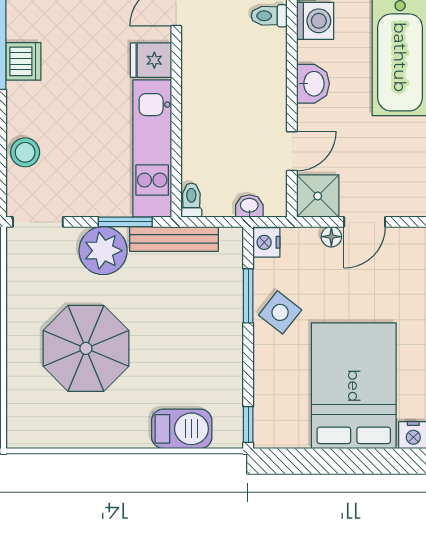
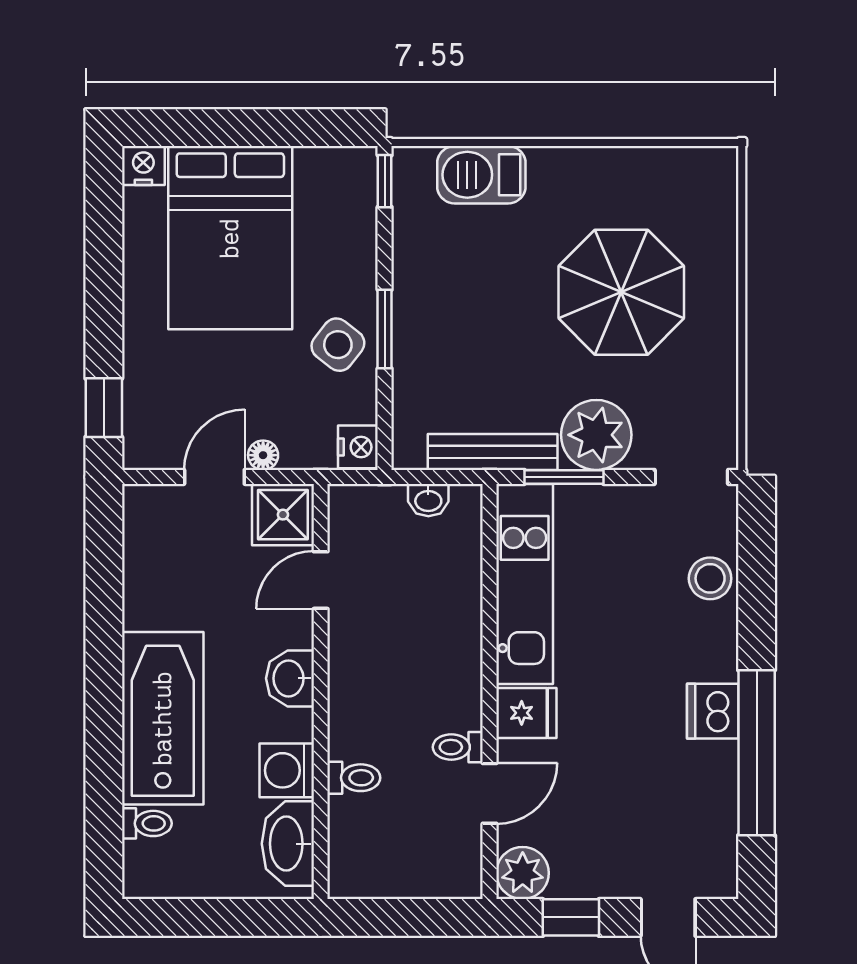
toilet: (191, 200) -> (458, 747), moved, turned 90
washbasin: (249, 206) -> (428, 500), moved
window: (248, 296) -> (385, 329), moved

